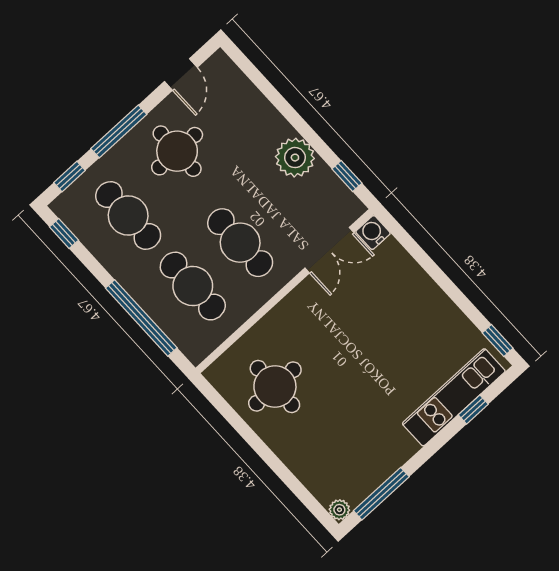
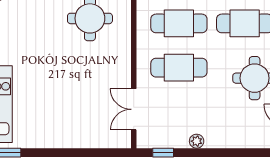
plant: (295, 158) -> (197, 141), width x0.53, depth x0.53
water cooler: (373, 232) -> (122, 140), removed

